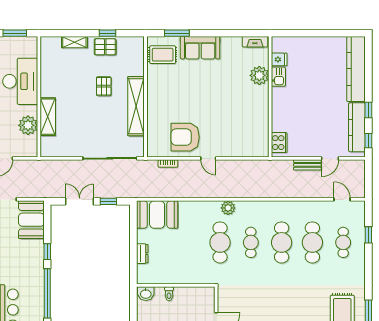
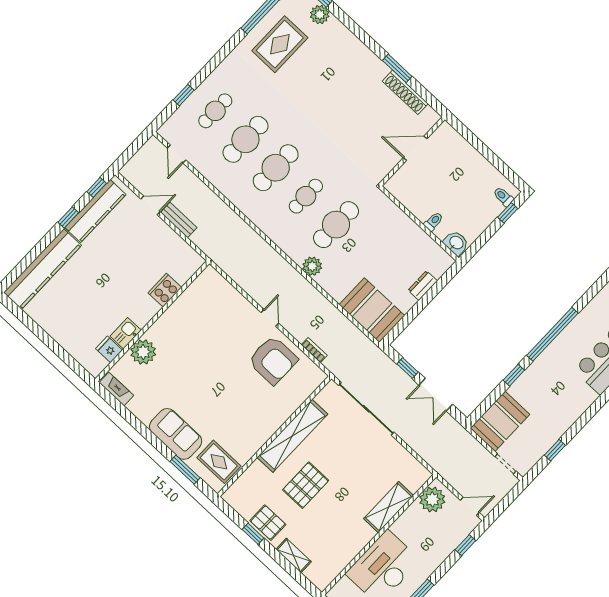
pallet: (104, 86) -> (306, 485), width x1.50, depth x1.42
plant: (28, 125) -> (432, 499), moved
cooker: (279, 143) -> (165, 290), moved
plant: (228, 208) -> (312, 266), moved

